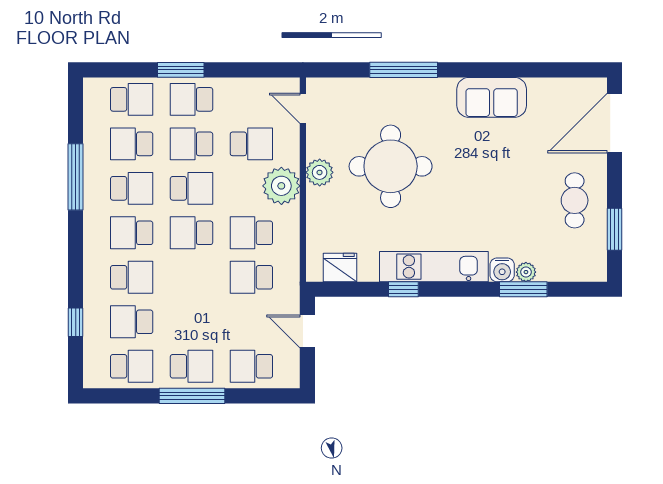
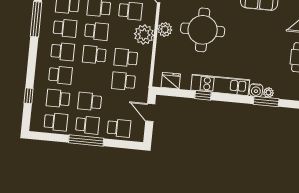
school desk: (132, 233) -> (63, 52), turned 180
school desk: (191, 322) -> (90, 102), added
school desk: (251, 366) -> (119, 128), turned 180

